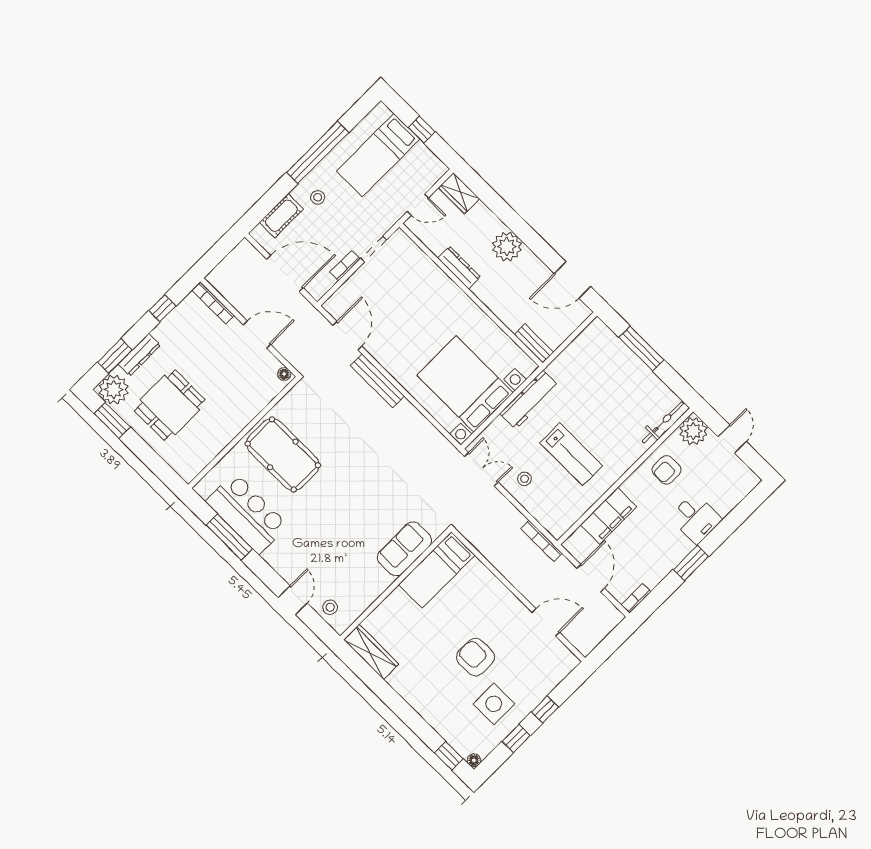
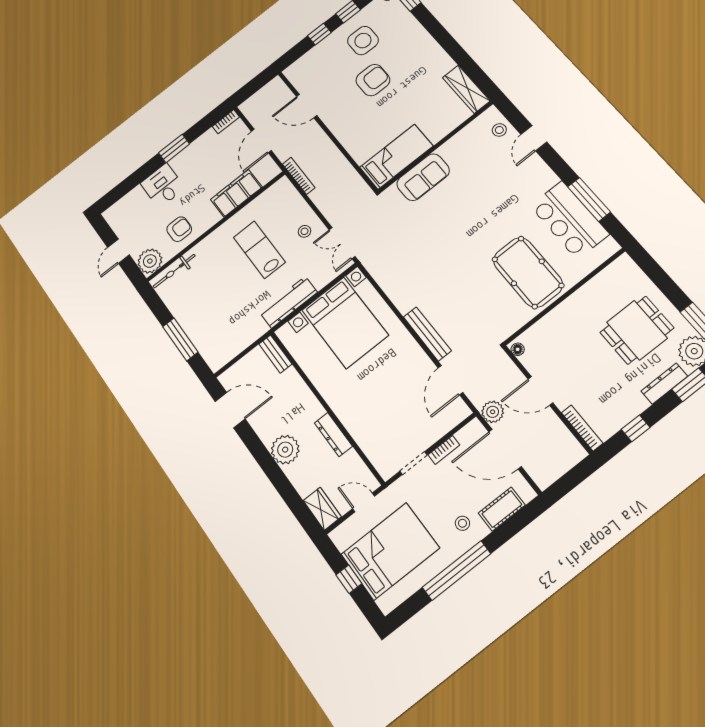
bed: (378, 155) -> (390, 551), width x1.50
plant: (301, 309) -> (493, 412), added
armchair: (475, 657) -> (373, 80), turned -90

